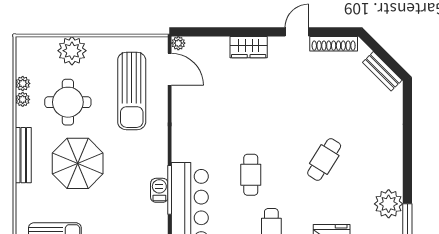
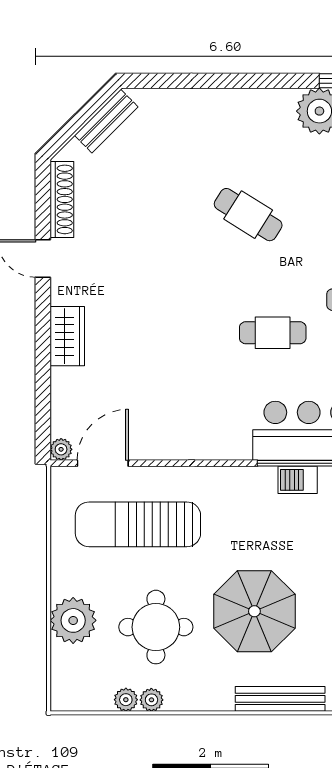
sun lounger: (132, 91) -> (138, 524), turned 180
bench: (23, 155) -> (280, 699), moved

